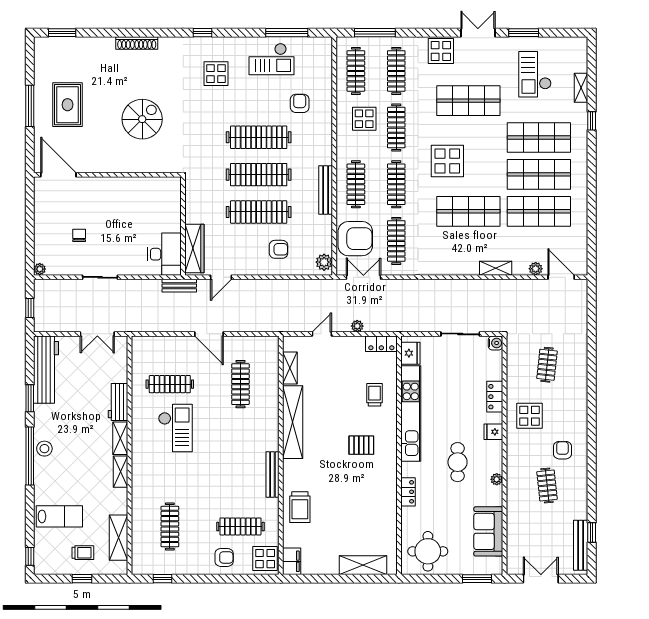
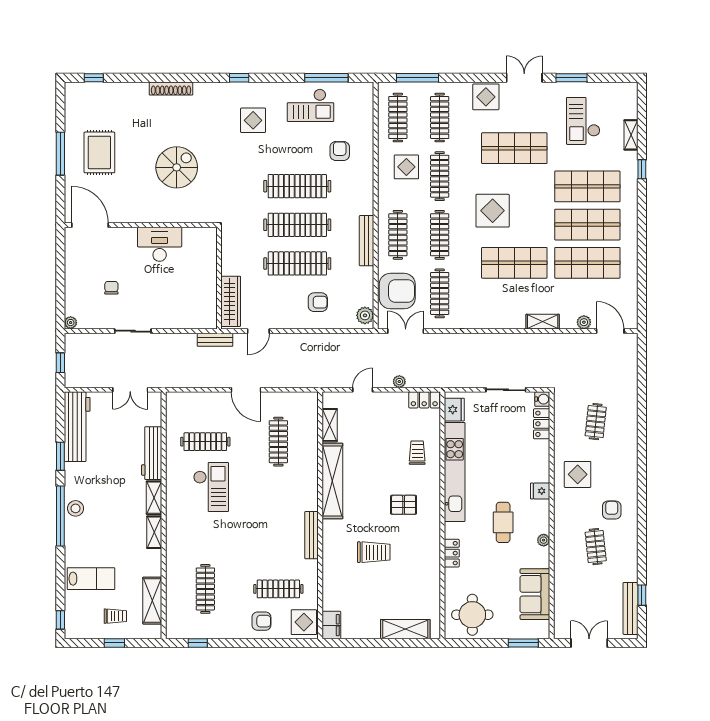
window: (62, 33) -> (94, 78), width x0.67
desk: (165, 254) -> (160, 244), moved, turned -90
locker: (495, 397) -> (542, 424), moved
workbench: (118, 402) -> (152, 453), width x1.38
trolley: (300, 507) -> (374, 552), moved, turned -90

